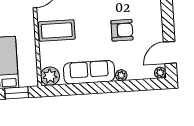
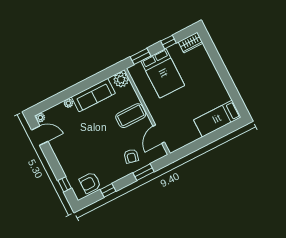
armchair: (122, 30) -> (82, 137), removed
door: (170, 53) -> (40, 136), hinge flipped

